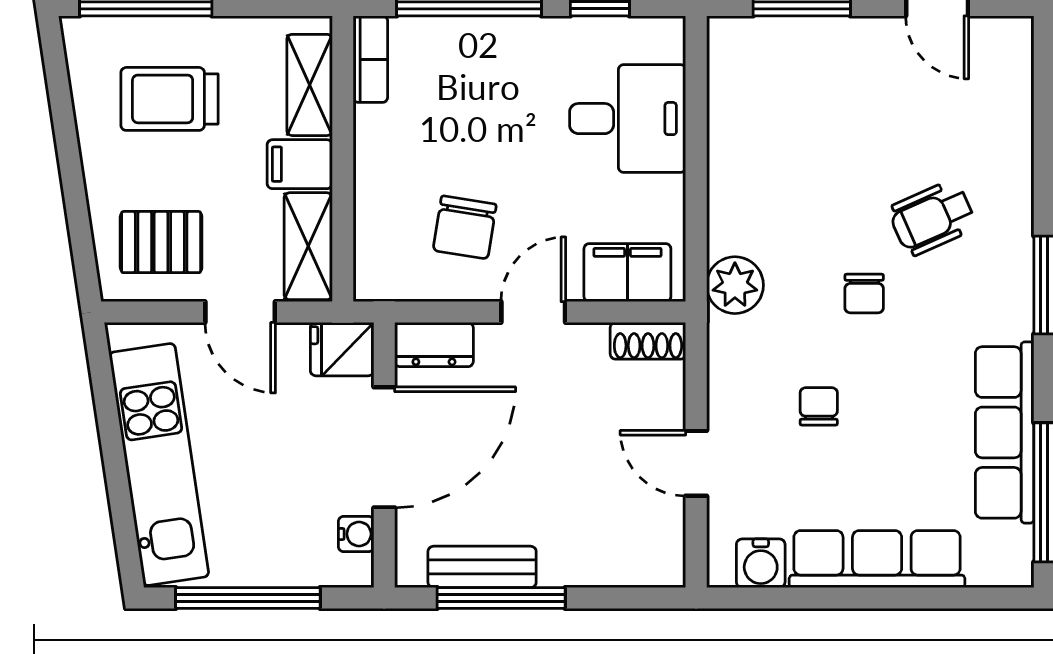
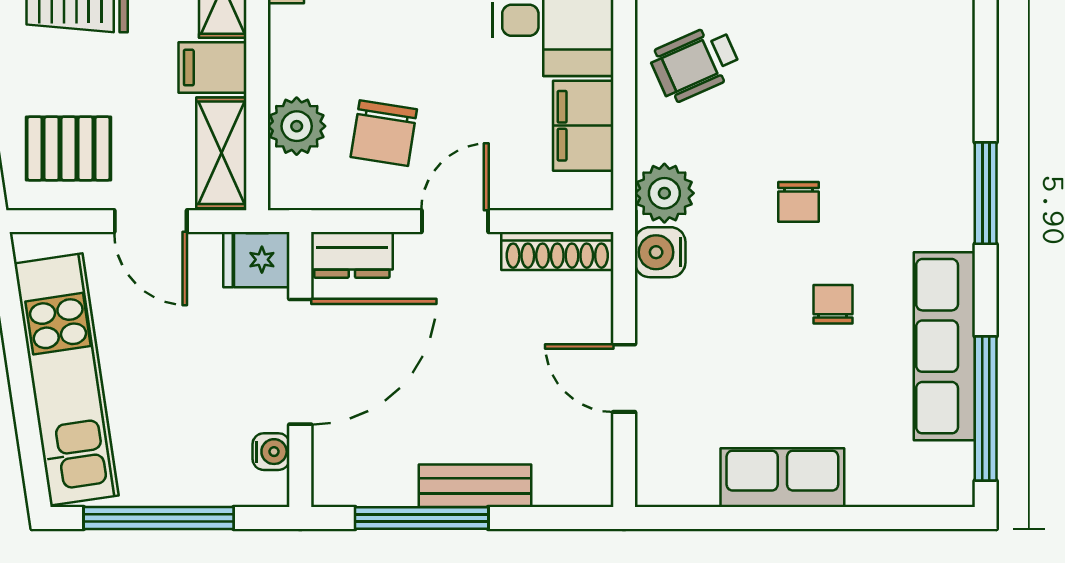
wheelchair: (932, 218) -> (695, 63), moved
plant: (381, 221) -> (297, 126), added
filing cabinet: (627, 273) -> (583, 126), moved, turned -90
shoe rack: (648, 341) -> (557, 251), width x1.43
chair: (819, 406) -> (833, 304), moved
row of seats: (877, 559) -> (782, 478), width x0.68
water cooler: (761, 563) -> (660, 252), moved, turned 90
bench: (482, 567) -> (475, 486), moved

